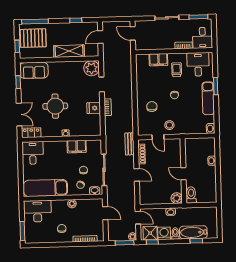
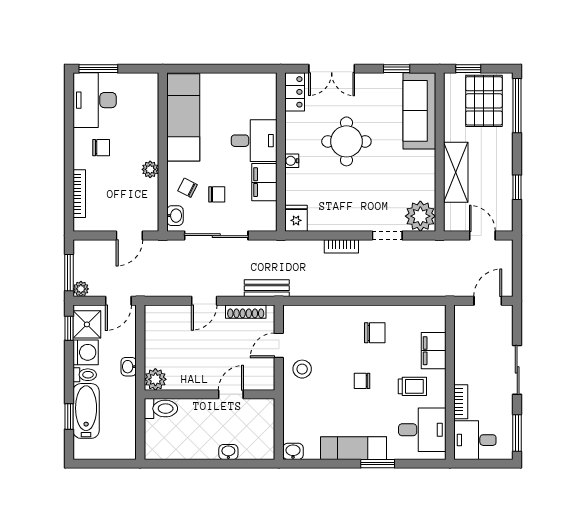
sofa: (34, 70) -> (419, 111), width x1.36
chair: (152, 107) -> (375, 333), moved
fridge: (94, 108) -> (296, 218), moved
desk: (33, 153) -> (254, 141), moved
door: (183, 174) -> (231, 394), moved
desk: (38, 211) -> (95, 100), moved, turned 180

